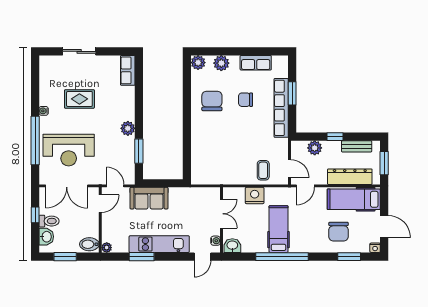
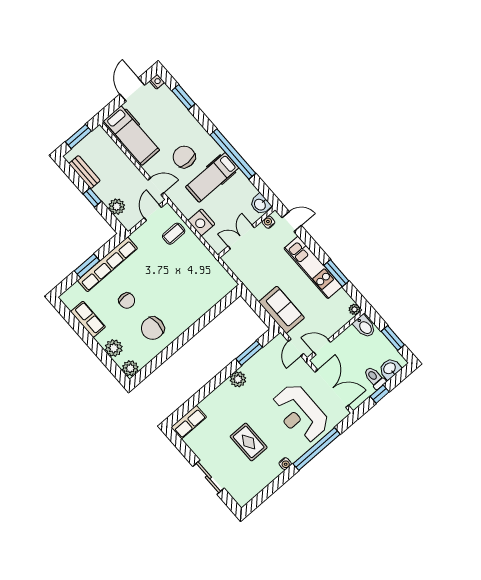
reception desk: (69, 150) -> (300, 413), turned 180
dresser: (350, 177) -> (115, 155), removed
chair: (339, 232) -> (184, 157), moved, turned -90

